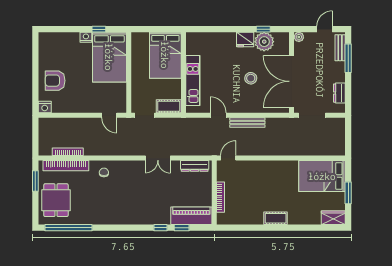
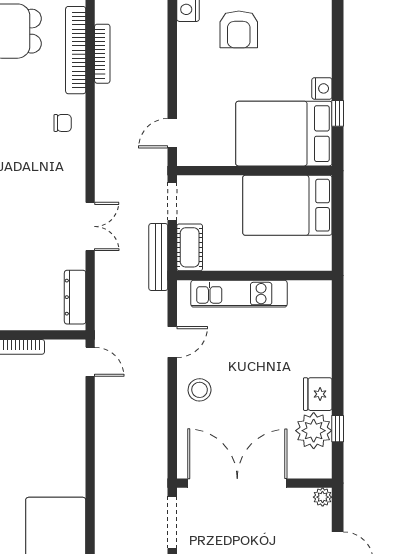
bed: (165, 55) -> (287, 205), moved
stool: (251, 78) -> (200, 390), moved
armchair: (55, 81) -> (239, 29), turned 180
bench: (247, 123) -> (158, 257), moved
double door: (158, 158) -> (90, 226), swing flipped

